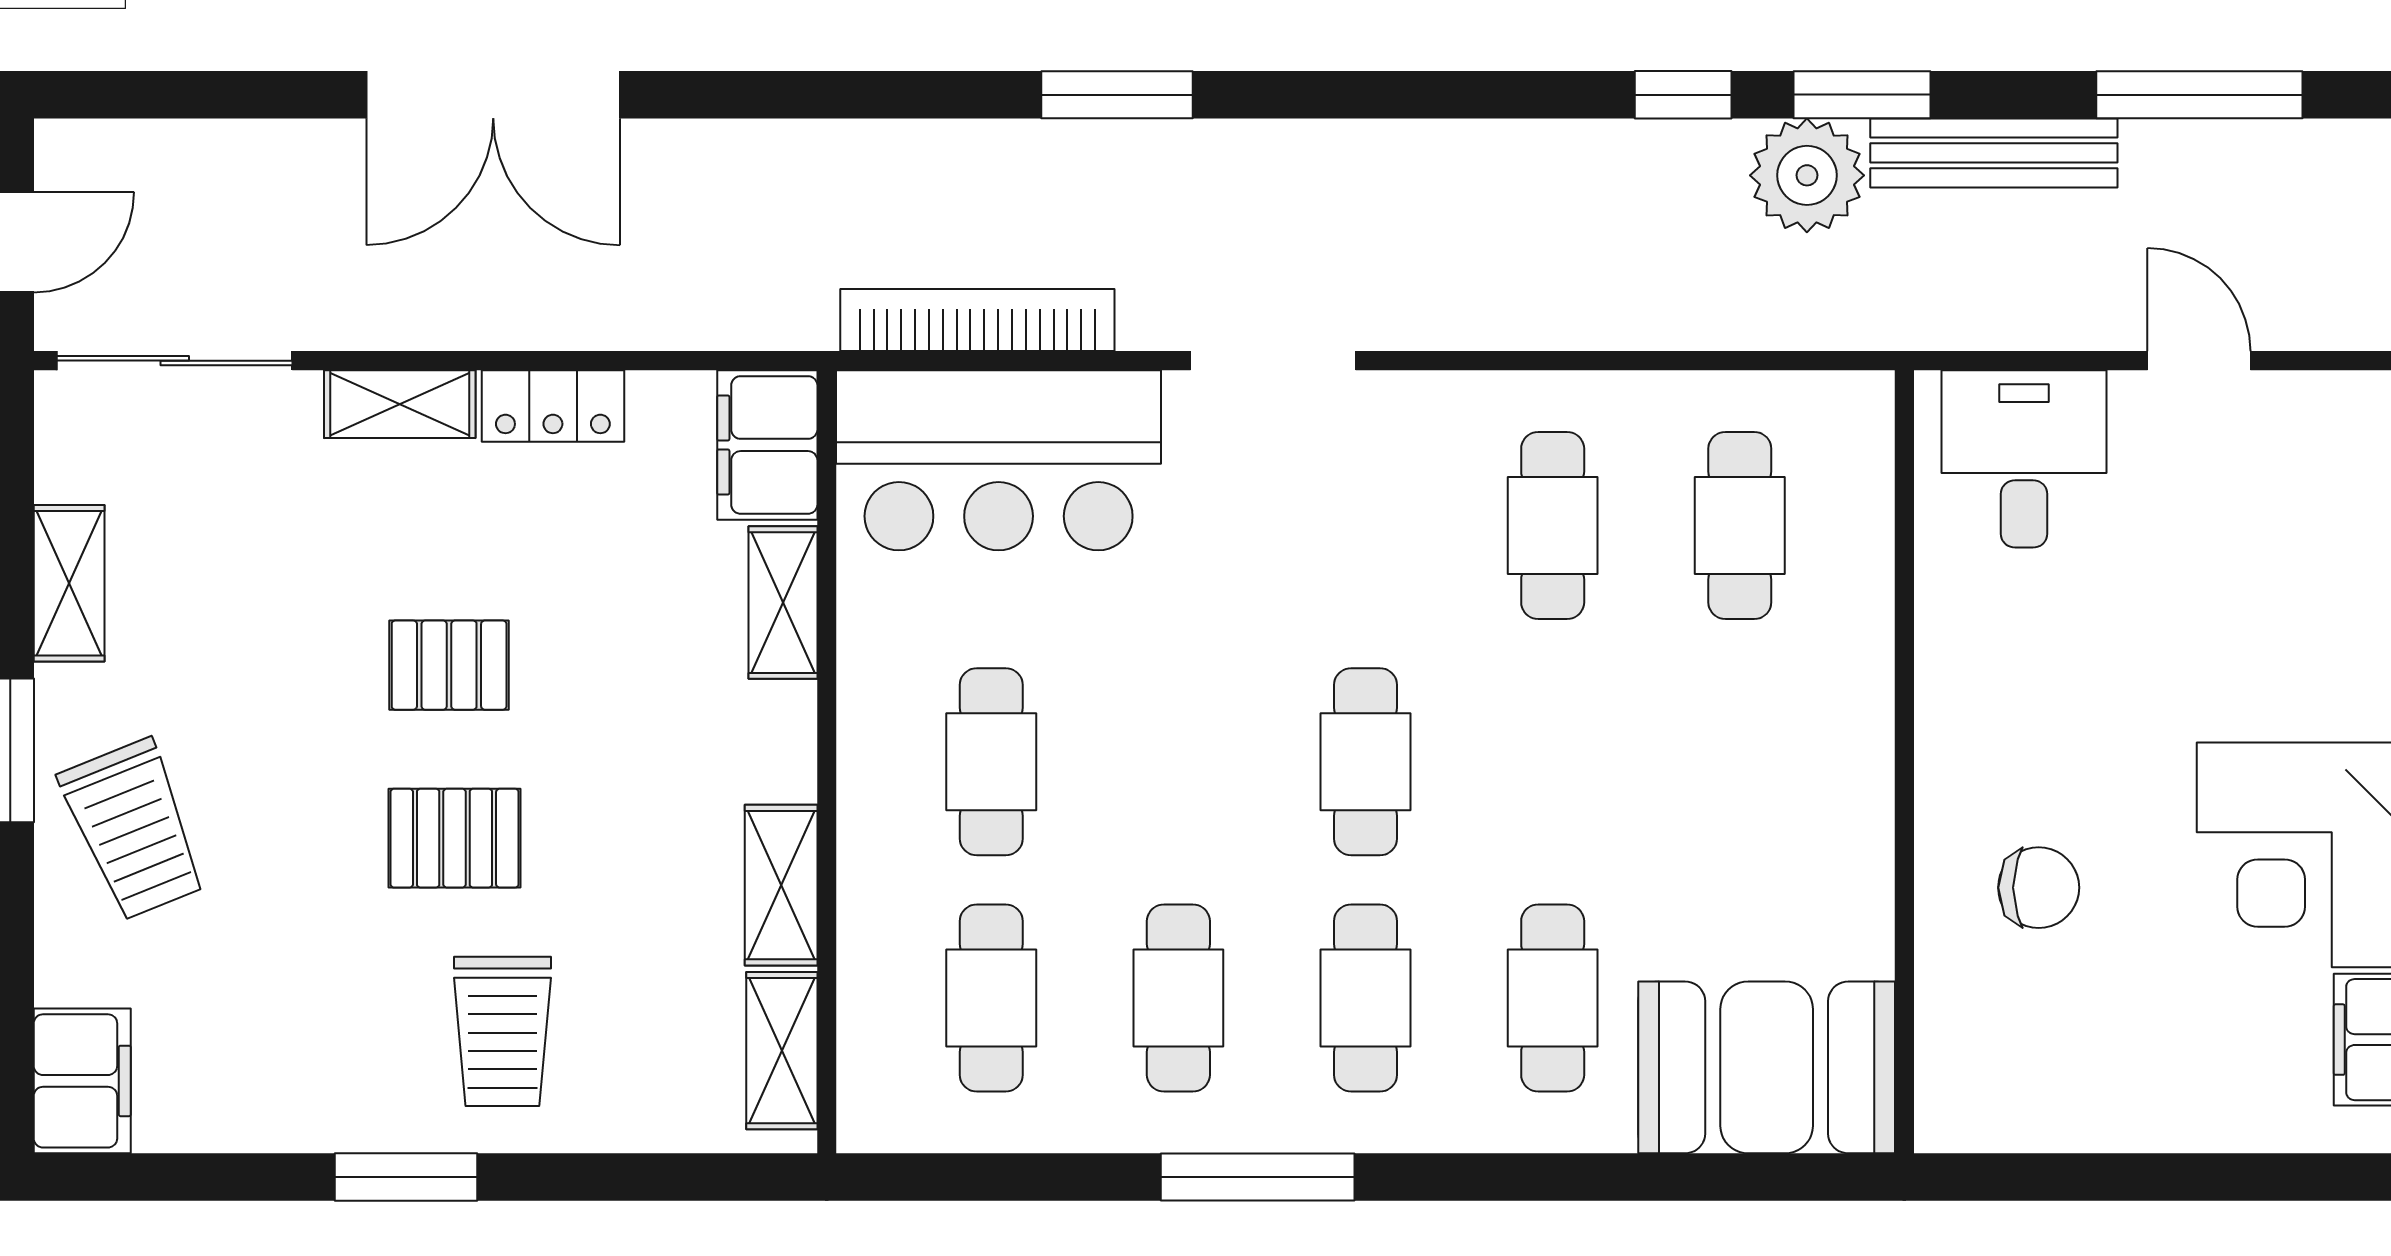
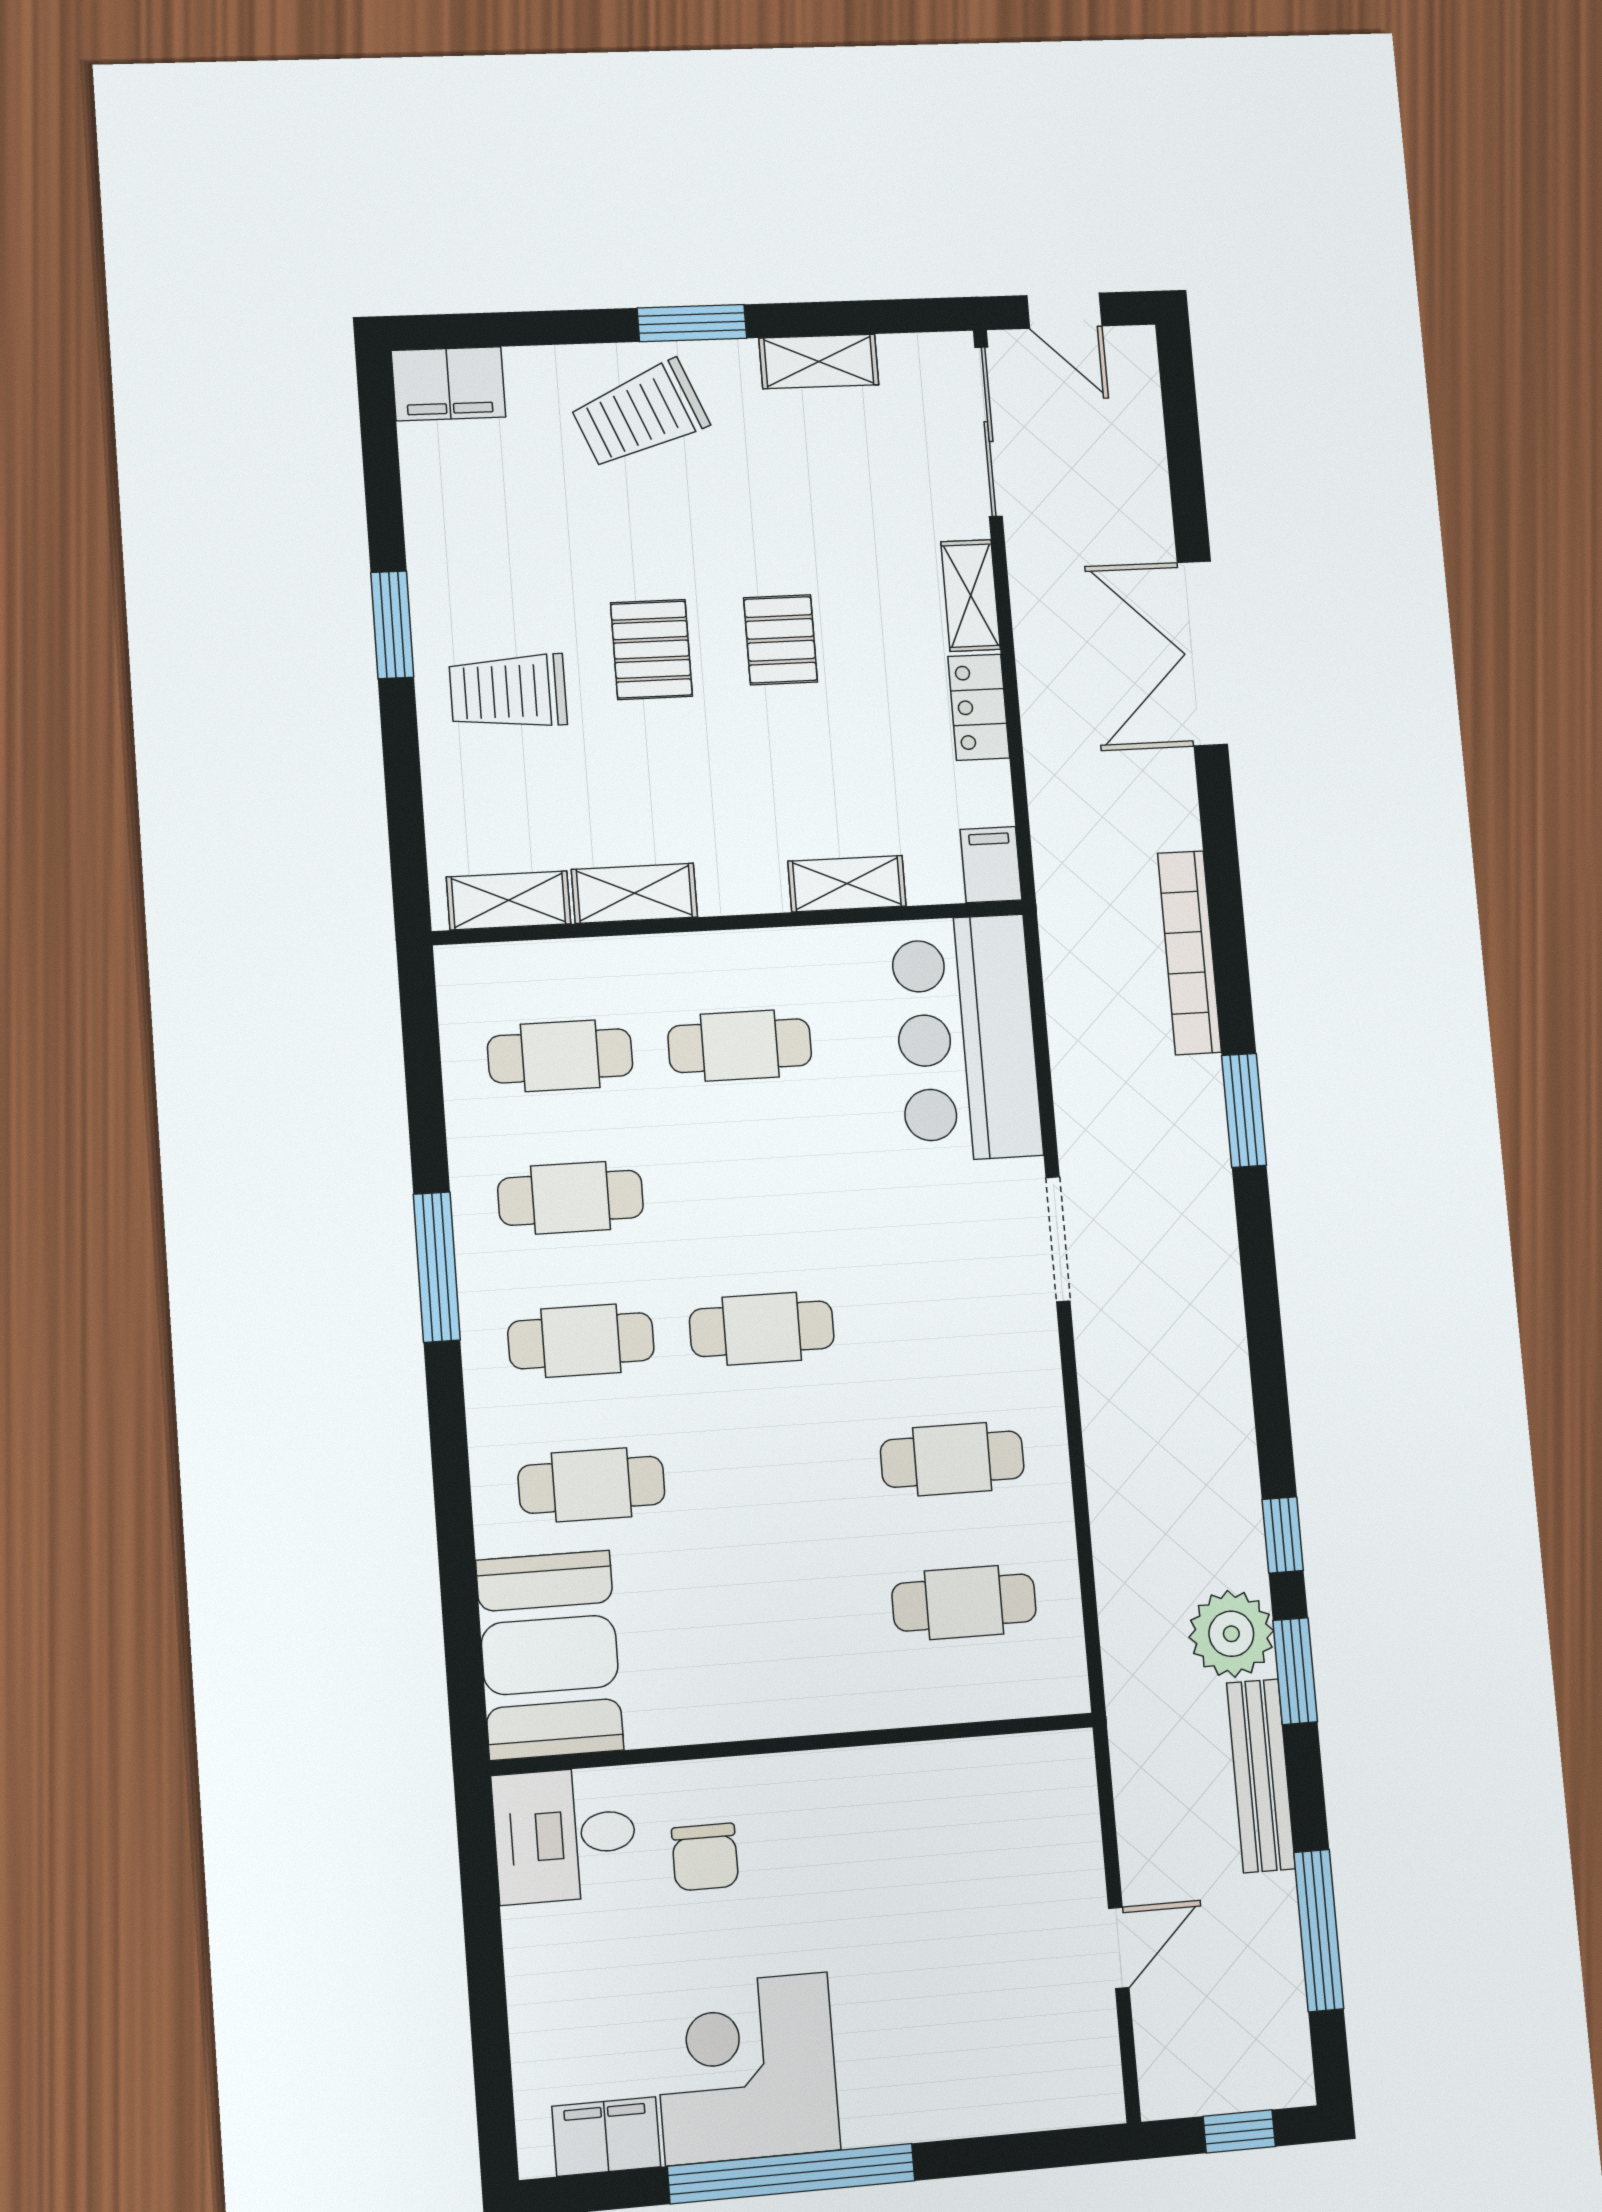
bookcase: (977, 320) -> (1189, 953), moved, turned 180
filing cabinet: (767, 445) -> (991, 865), width x0.50
desk: (2024, 459) -> (565, 1835), moved, turned 180

